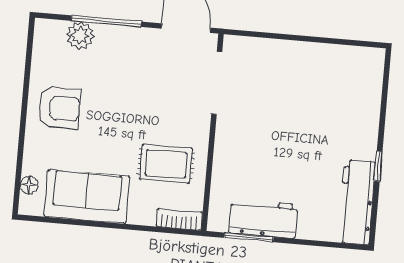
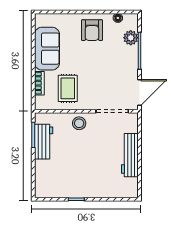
stool: (234, 148) -> (79, 123), added
floor lamp: (29, 185) -> (118, 18), moved
workbench: (357, 202) -> (130, 155), moved, turned -90
bookcase: (179, 219) -> (39, 83), moved

